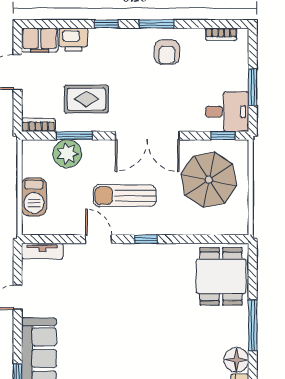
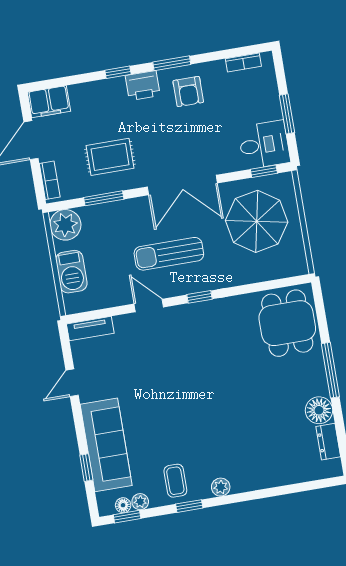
printer: (74, 40) -> (143, 86), moved
bookcase: (38, 125) -> (50, 180), moved, turned 90
plant: (67, 154) -> (65, 225), moved

